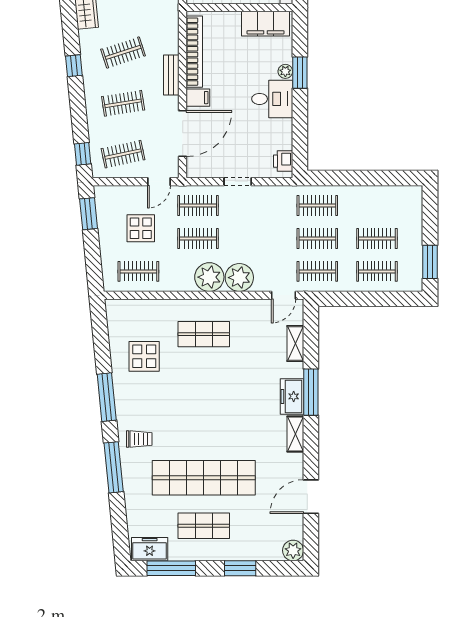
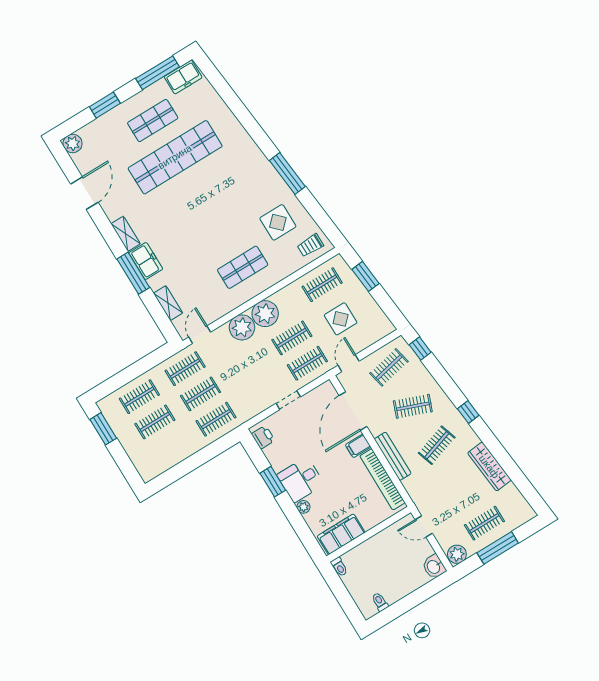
window: (300, 73) -> (273, 482), moved
bench: (171, 75) -> (393, 456), width x1.36
clothes rail: (123, 103) -> (413, 406), turned 30
window: (89, 214) -> (365, 276), moved
trolley: (139, 439) -> (310, 245), moved
window: (114, 467) -> (249, 123), removed

